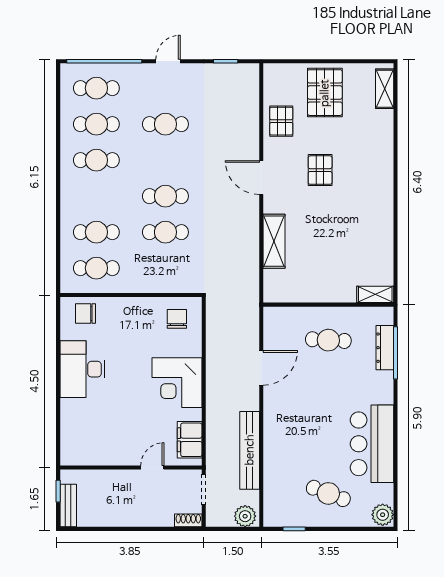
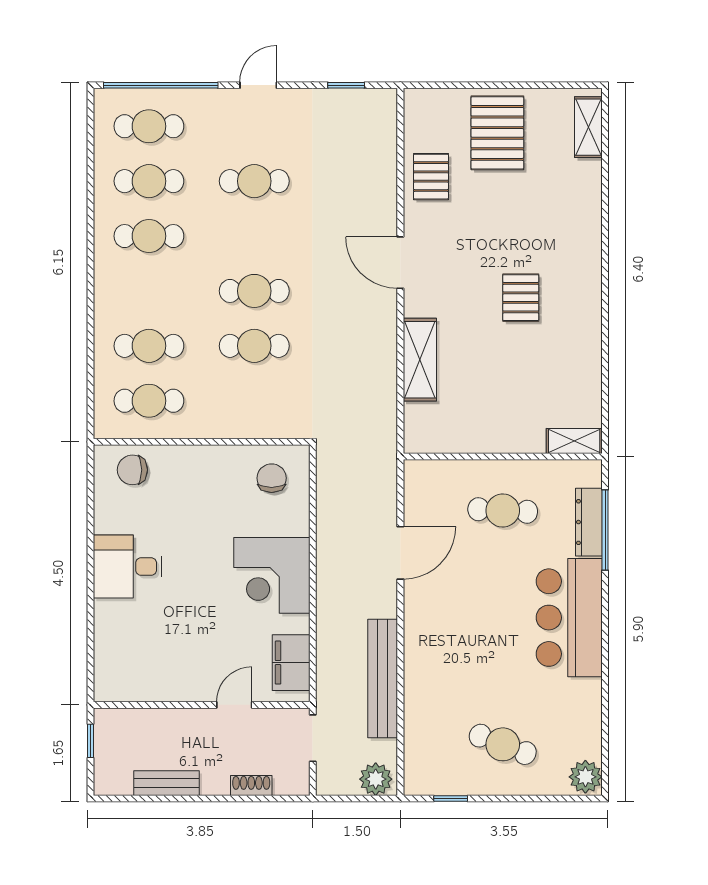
pallet: (320, 170) -> (521, 298), moved
desk: (82, 369) -> (128, 567), width x0.73
bar counter: (372, 444) -> (569, 618), moved
bench: (68, 506) -> (166, 783), moved, turned 90
shoe rack: (188, 520) -> (251, 785), moved

